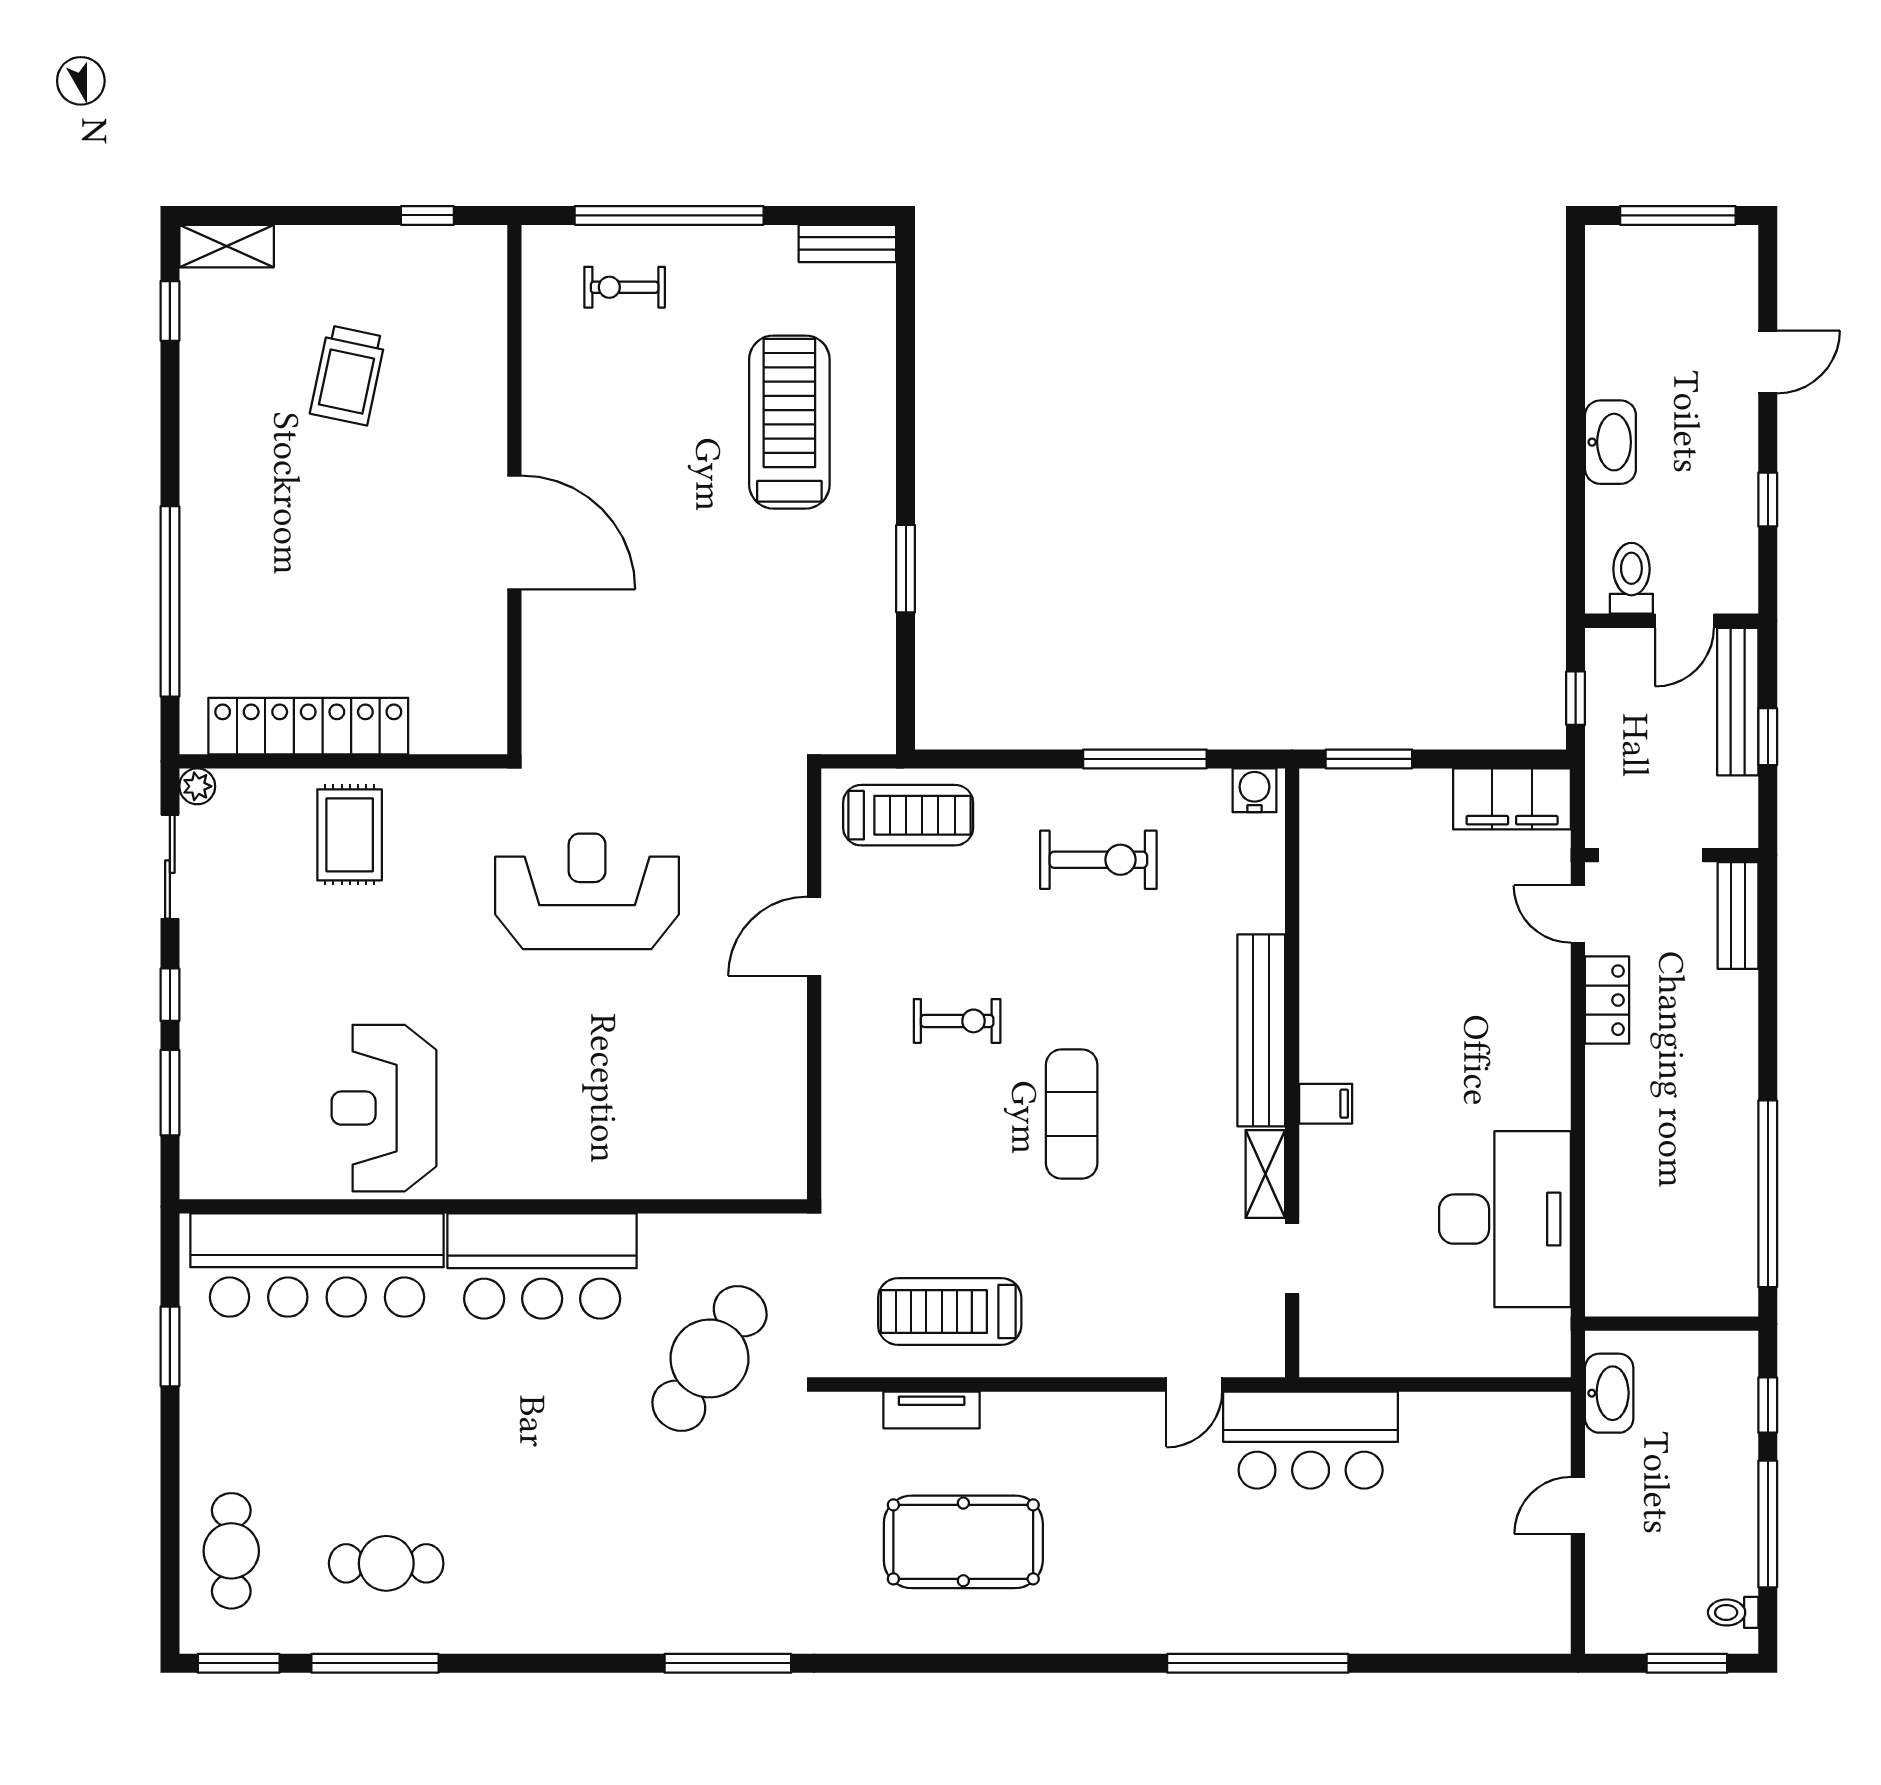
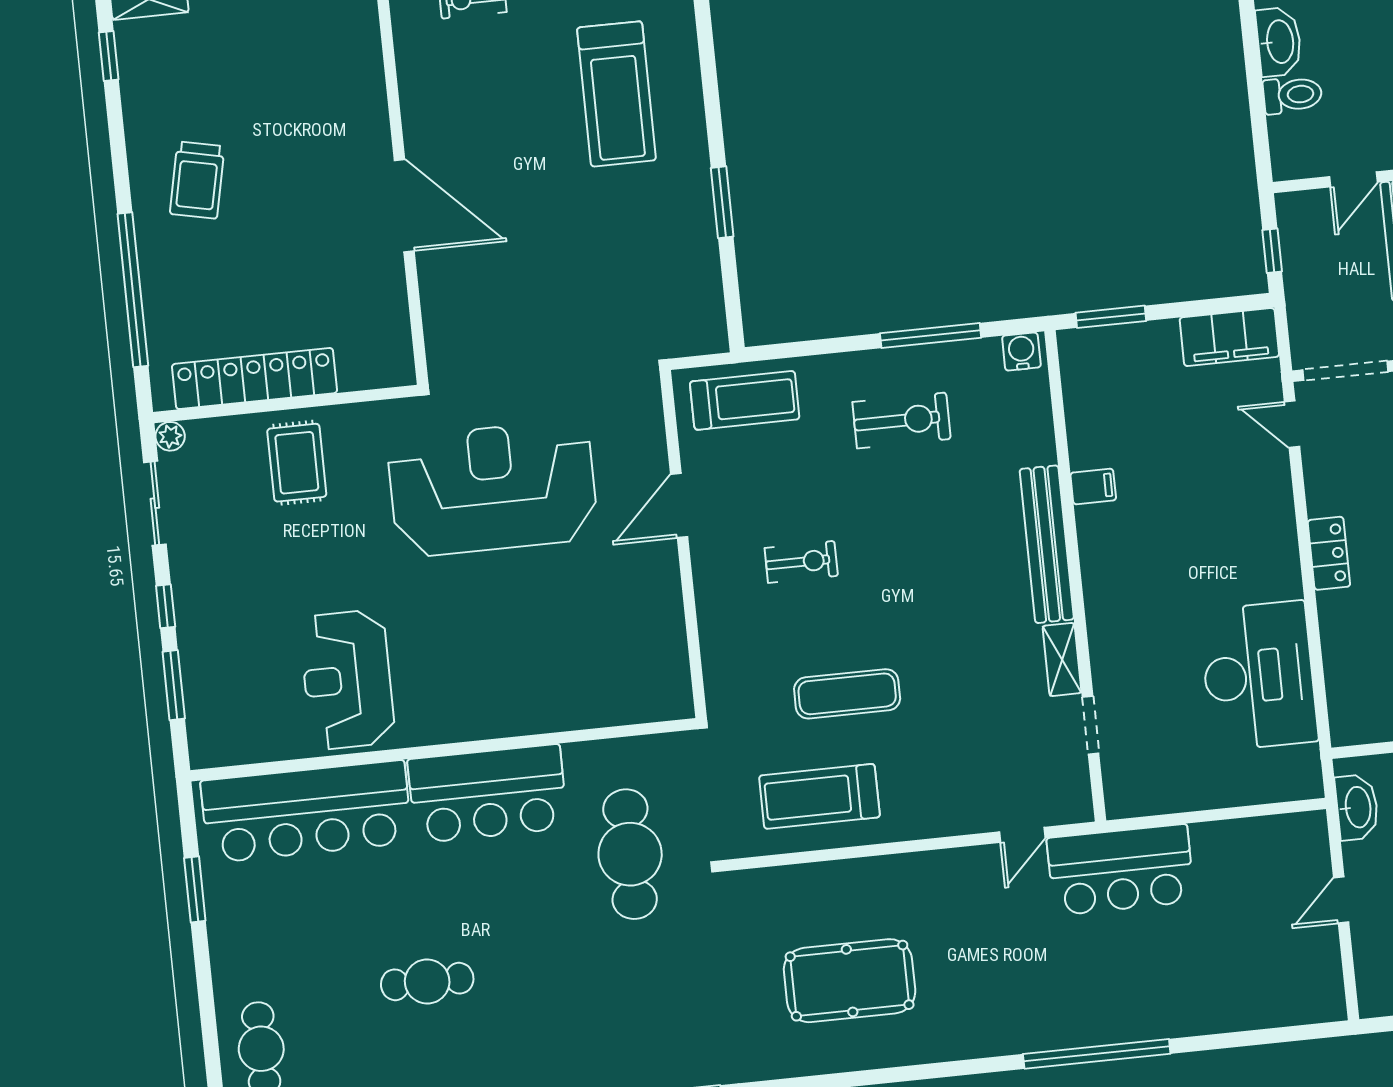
trolley: (348, 375) -> (197, 180), moved
treadmill: (789, 422) -> (616, 94), turned 180
toilet: (1631, 578) -> (1293, 95), moved, turned 90
reception desk: (587, 891) -> (493, 488), width x1.36, depth x1.30
locker: (1607, 1000) -> (1329, 553), moved
filing cabinet: (1326, 1104) -> (1093, 486), moved
exercise mat: (1072, 1114) -> (847, 694), moved, turned 90
cafe table: (709, 1358) -> (630, 854), turned -33
tv unit: (932, 1410) -> (813, 877), removed
cafe table: (386, 1563) -> (427, 981), moved

